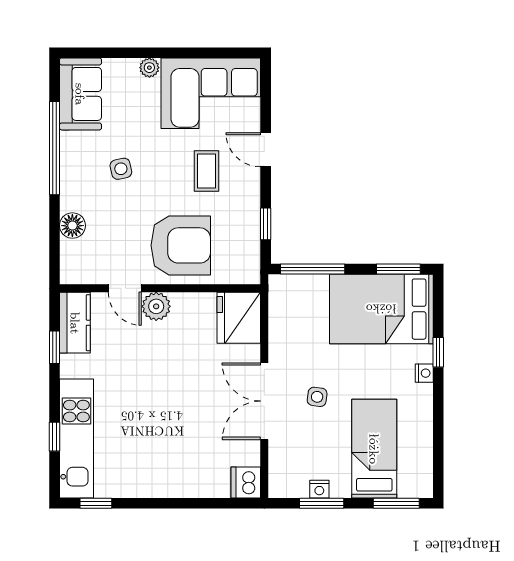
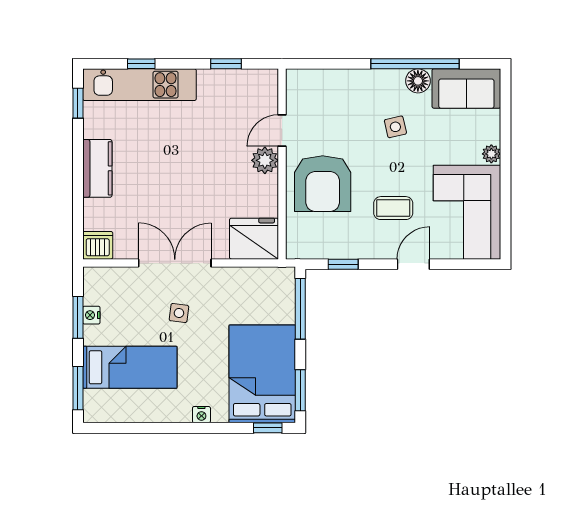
floor lamp: (72, 226) -> (418, 81), moved
kitchen counter: (75, 323) -> (97, 168), moved, turned -90
window: (438, 352) -> (268, 428), moved

